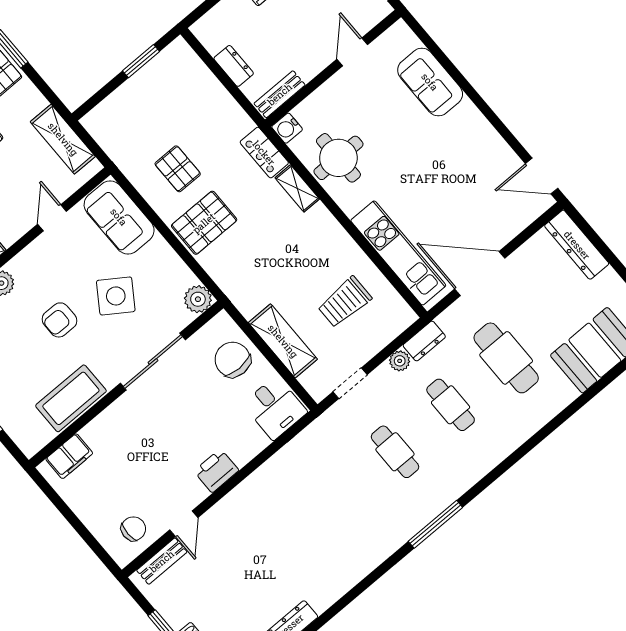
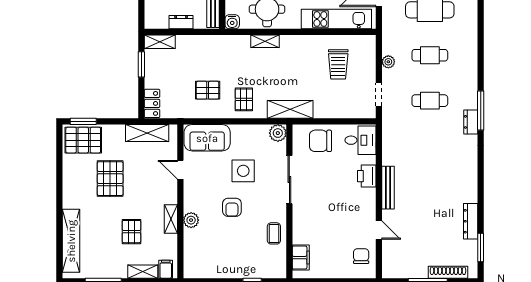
shelving: (188, 60) -> (160, 42), added
locker: (264, 153) -> (152, 103), moved, turned -90
pallet: (204, 223) -> (244, 99), width x0.67, depth x0.71
side table: (116, 296) -> (243, 171), turned -34
shelving: (283, 341) -> (290, 109), moved
dresser: (424, 341) -> (471, 122), moved, turned 180
coffee table: (71, 398) -> (274, 233), width x0.54, depth x0.58
printer: (216, 471) -> (367, 176), moved
bench: (162, 561) -> (388, 188), moved, width x1.36

